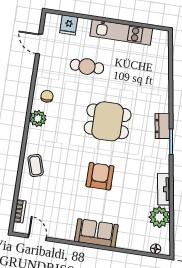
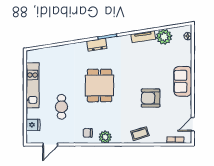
armchair: (100, 176) -> (151, 98), moved

